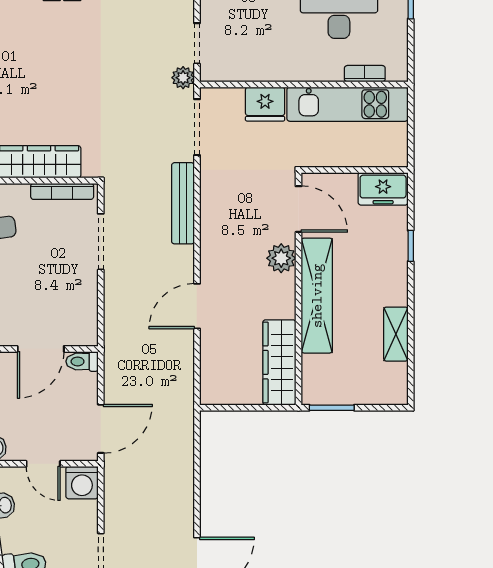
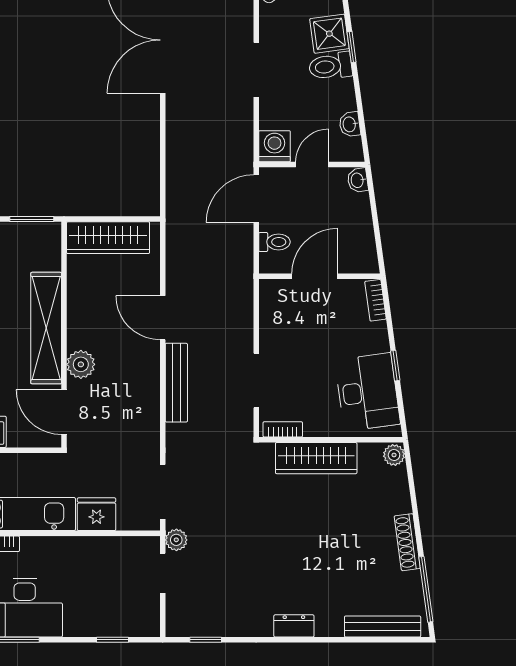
bookcase: (62, 191) -> (283, 429), width x0.64
bench: (183, 203) -> (176, 383), moved
door: (197, 306) -> (163, 318), swing flipped
toilet: (82, 361) -> (274, 242), moved
wardrobe: (279, 362) -> (108, 238), moved, turned 90
door: (43, 464) -> (312, 165), hinge flipped

